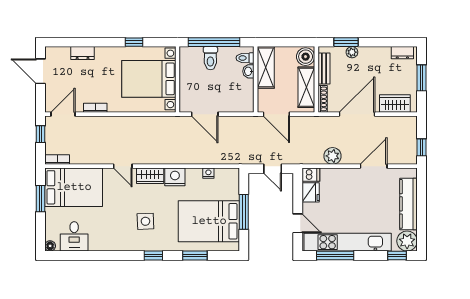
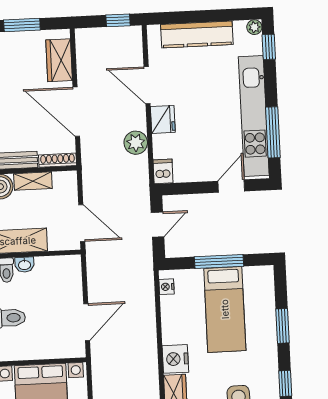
shelving: (306, 87) -> (33, 181), width x0.67, depth x0.75
door: (276, 114) -> (82, 223), hinge flipped
nightstand: (208, 173) -> (167, 287), moved
fridge: (311, 192) -> (163, 119), moved, turned 90
bed: (209, 221) -> (225, 309), width x0.67
plant: (407, 241) -> (254, 27), width x0.53, depth x0.53

